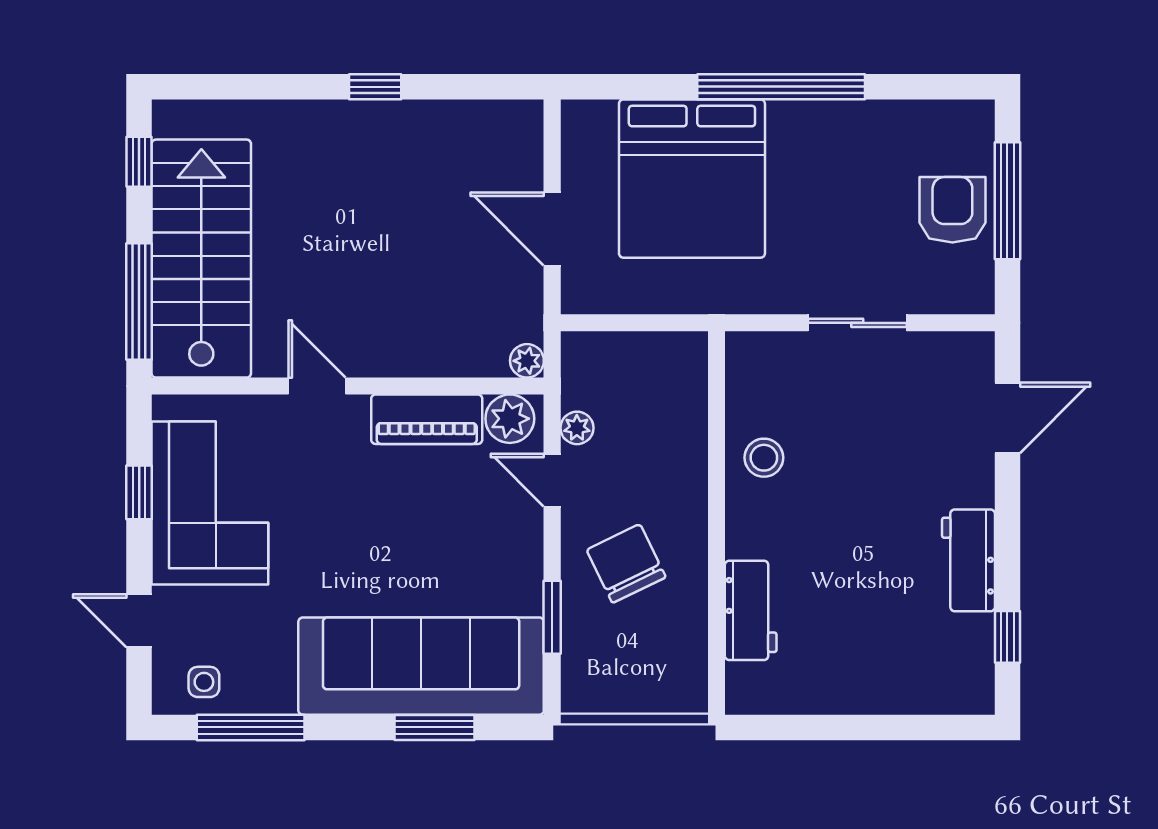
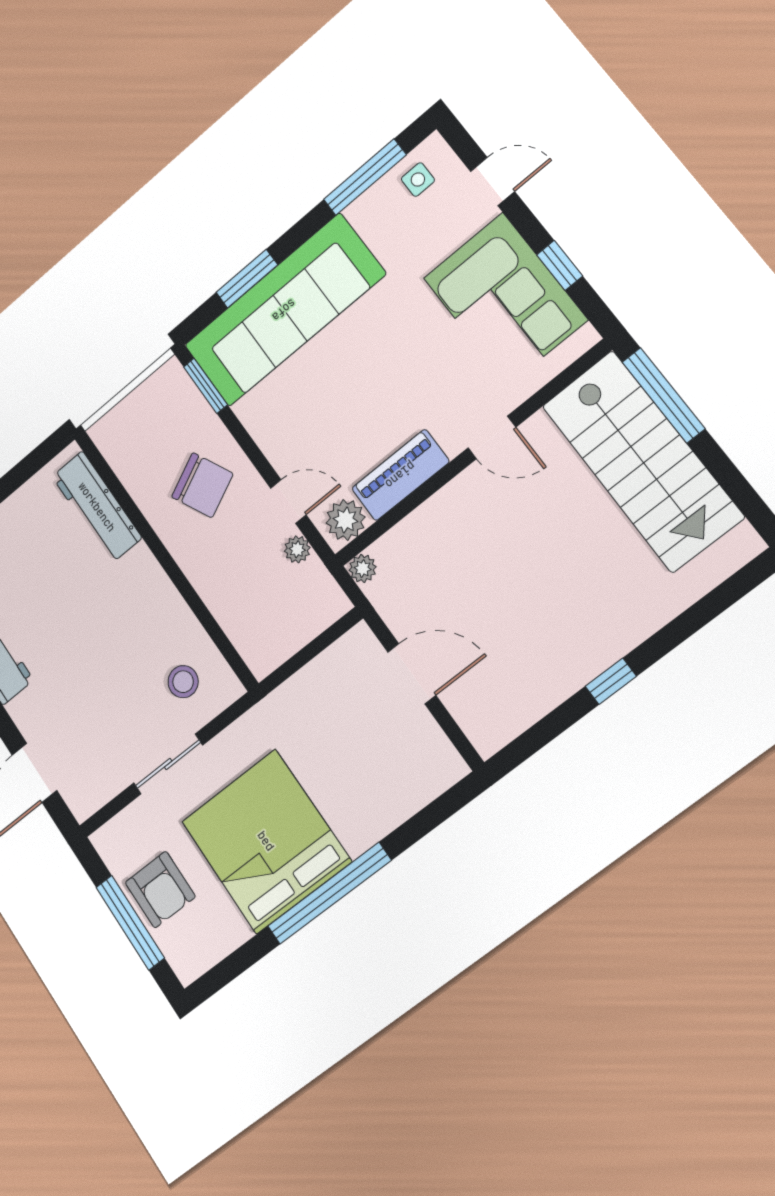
window: (139, 162) -> (743, 494), removed
bed: (692, 179) -> (266, 841), moved
stool: (764, 458) -> (183, 682), moved
workbench: (751, 610) -> (97, 507), width x1.38
window: (552, 617) -> (205, 386), moved

